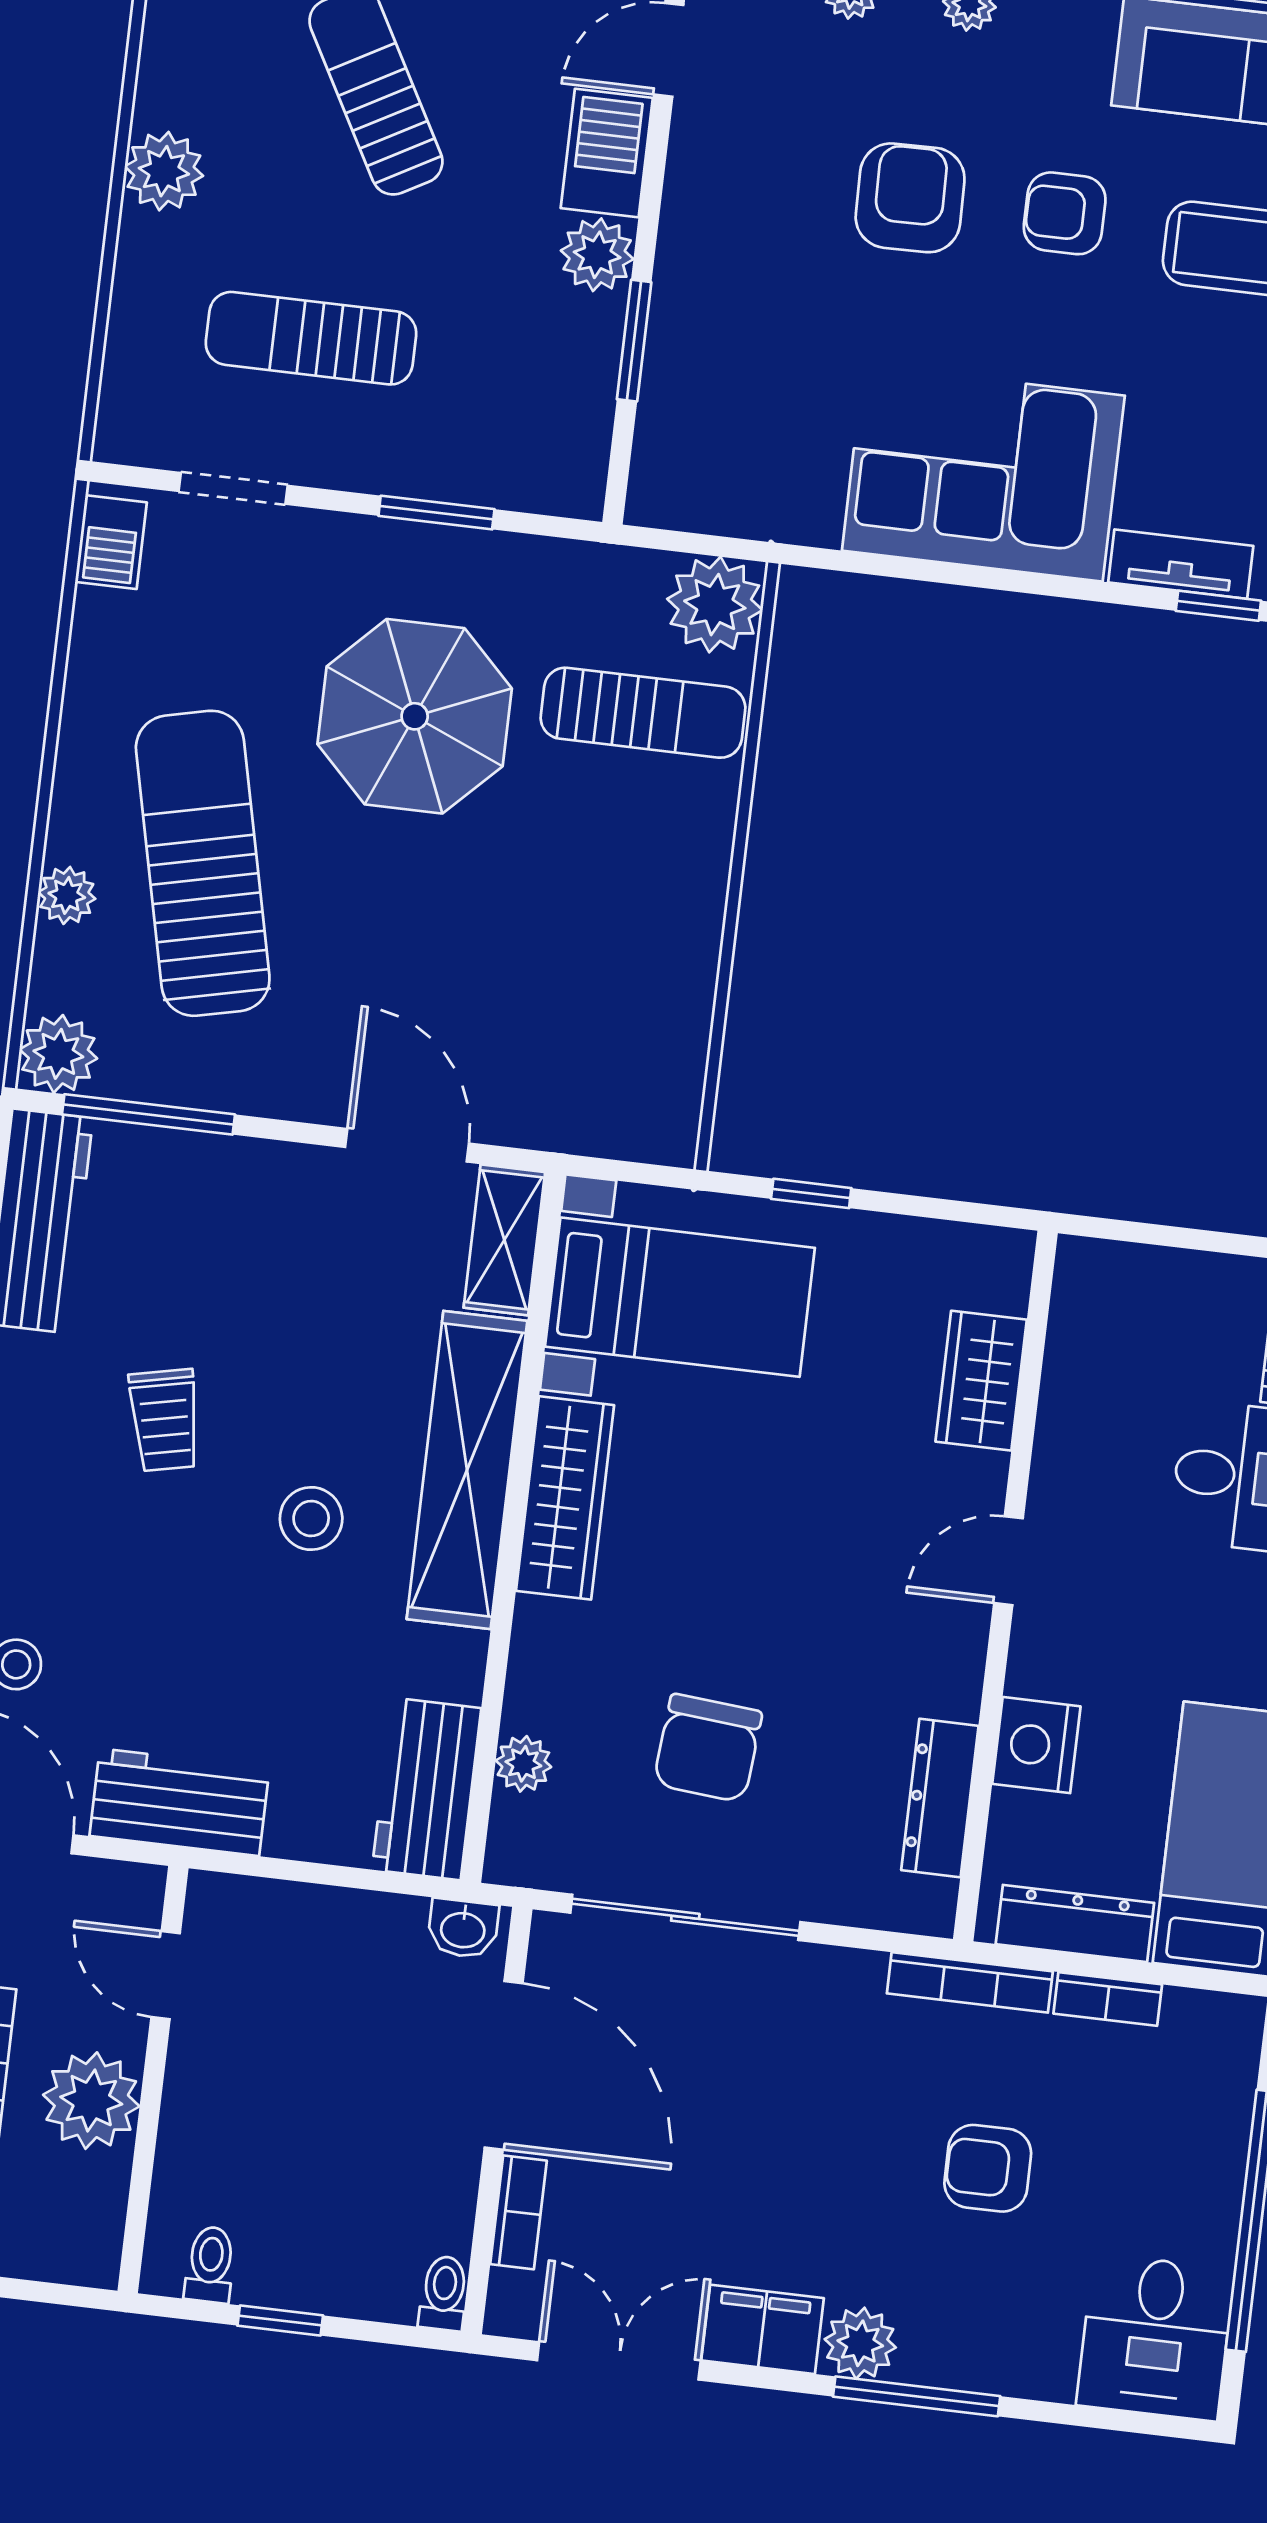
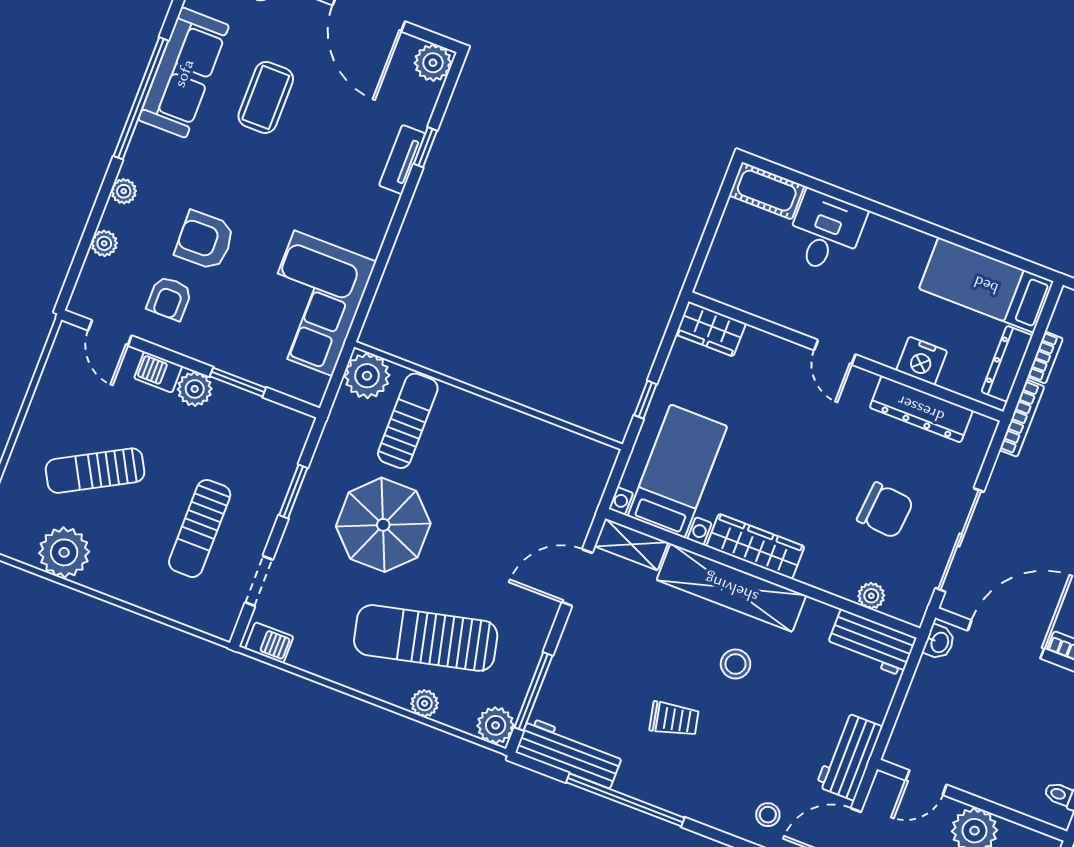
barbecue: (607, 153) -> (158, 372), width x0.73, depth x0.79
plant: (164, 171) -> (64, 552), moved, width x1.36, depth x1.36
armchair: (1065, 213) -> (169, 298), moved
corner sofa: (983, 473) -> (313, 303), moved
wardrobe: (981, 1381) -> (711, 329), moved
dresser: (940, 1798) -> (921, 409), width x1.37, depth x1.24

